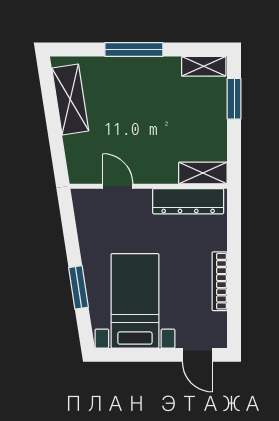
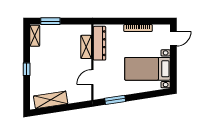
window: (134, 50) -> (27, 69), width x0.46
shelving: (203, 173) -> (86, 47), moved
window: (78, 287) -> (115, 100), moved

